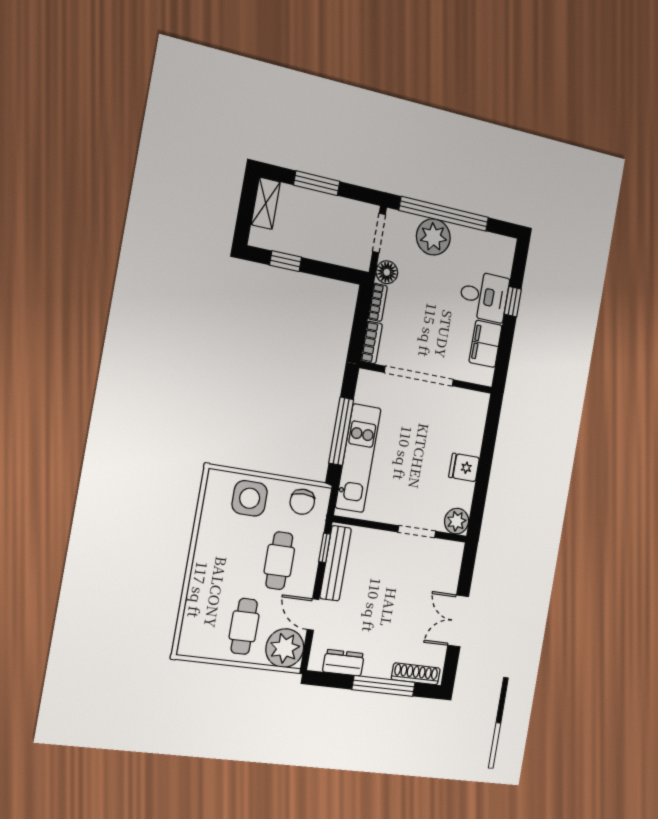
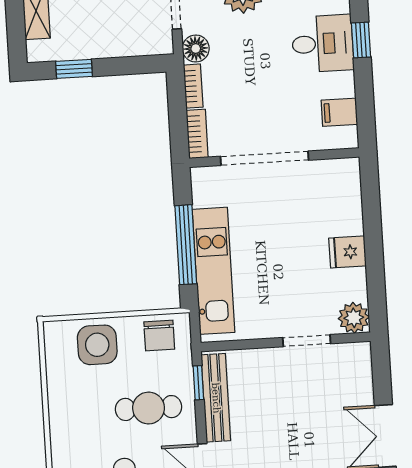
filing cabinet: (485, 344) -> (339, 112), width x0.50
cafe table: (279, 561) -> (149, 408), turned 90

